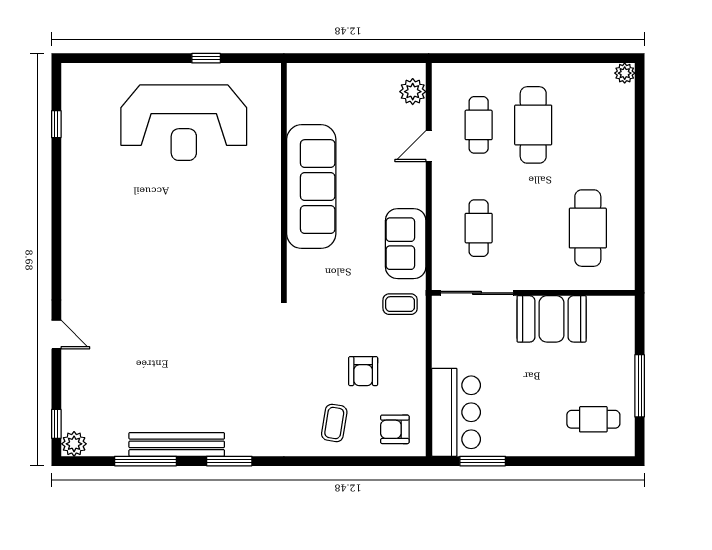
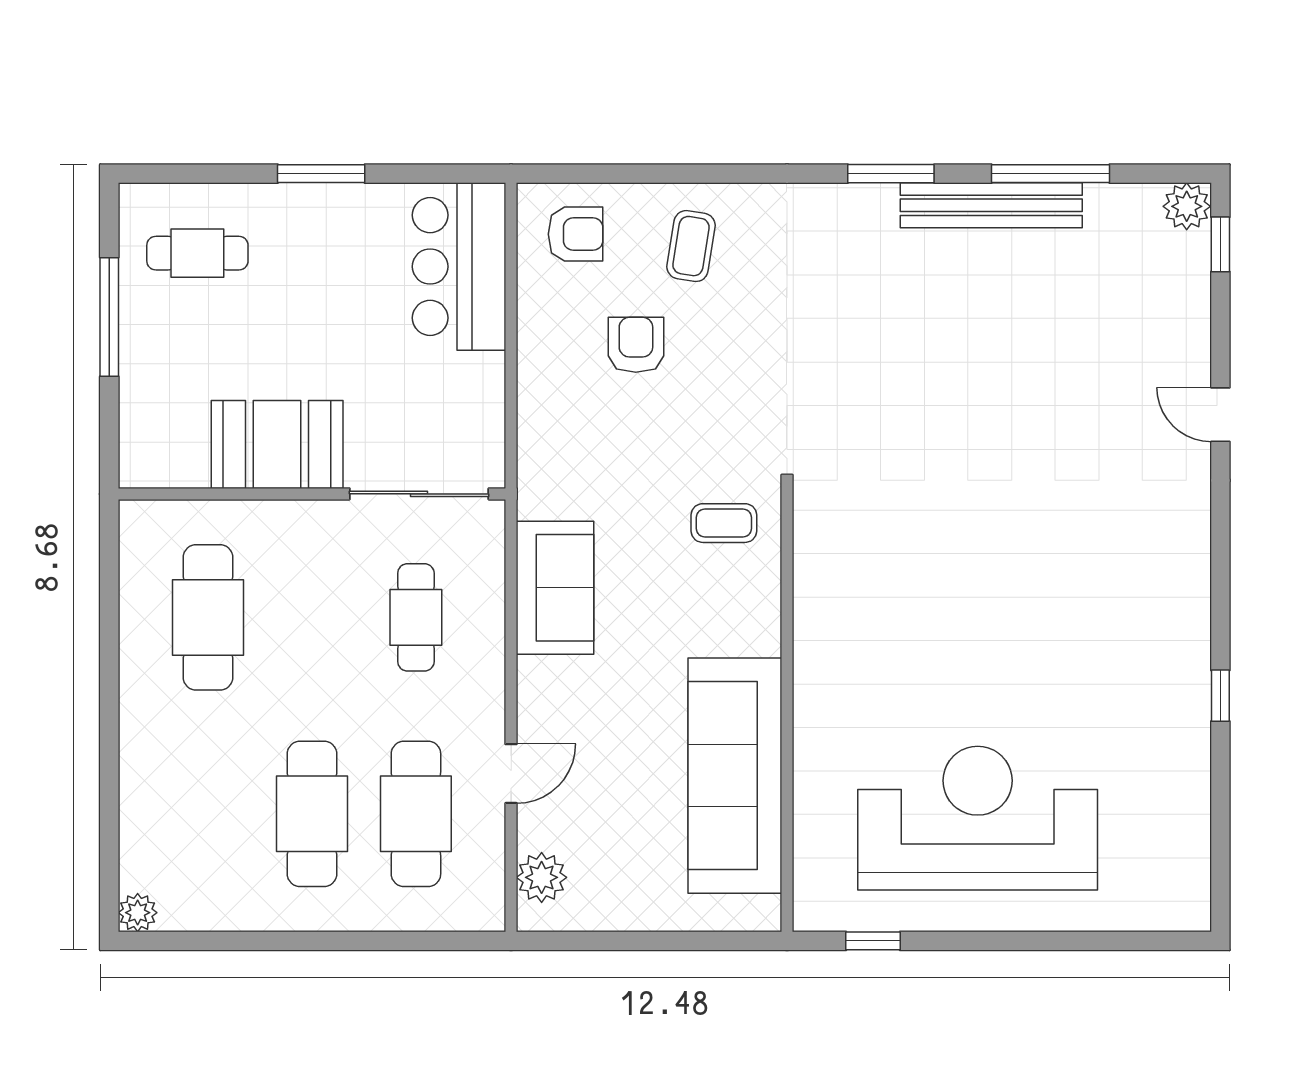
window: (206, 58) -> (873, 941), moved
window: (56, 124) -> (1220, 696), moved
cafe table: (479, 125) -> (416, 814), width x1.37, depth x1.35
sofa: (311, 187) -> (735, 776), moved
coffee table: (400, 304) -> (724, 523), moved
window: (483, 461) -> (321, 174), moved

